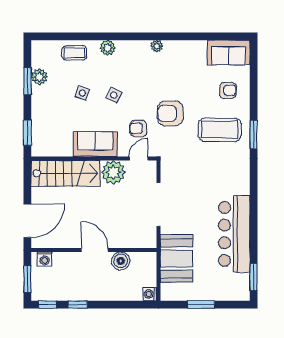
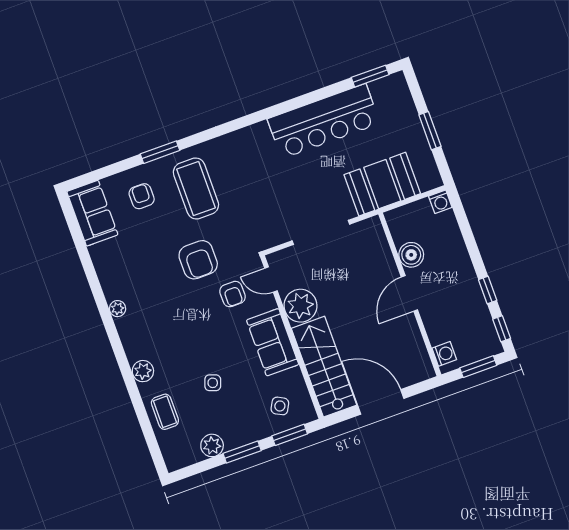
window: (27, 81) -> (242, 452), moved
side table: (114, 95) -> (280, 406), moved
window: (254, 135) -> (160, 152), moved
door: (27, 221) -> (381, 402), moved

